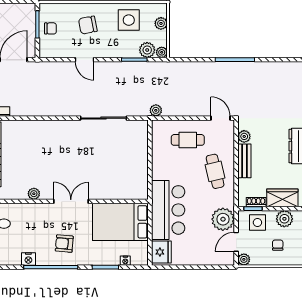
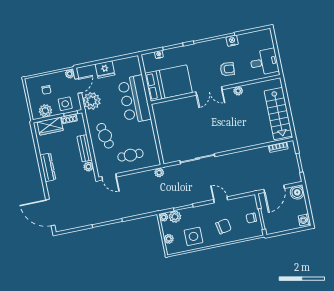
armchair: (64, 244) -> (227, 69), moved
fridge: (161, 252) -> (105, 70), moved, turned -90

